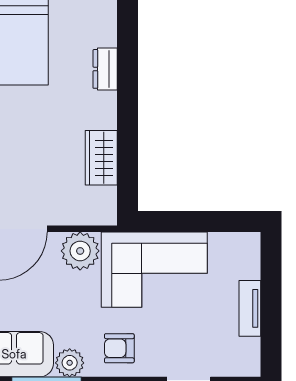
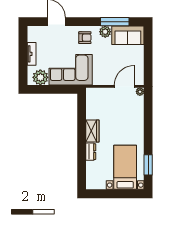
wardrobe: (101, 158) -> (92, 131), moved
plant: (80, 251) -> (40, 77), moved

